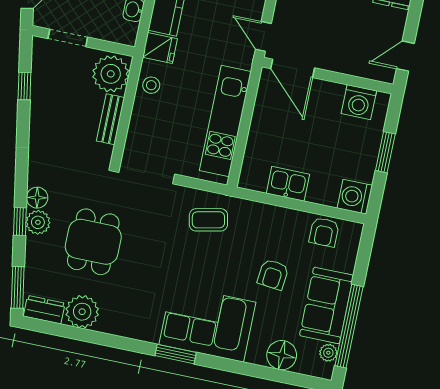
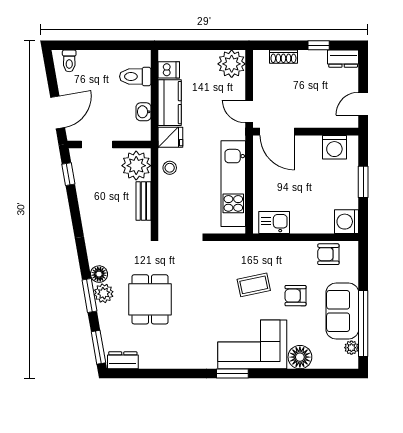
window: (24, 86) -> (68, 174), moved
kitchen sink: (288, 184) -> (274, 222), moved
coffee table: (208, 220) -> (254, 285), moved
window: (20, 222) -> (89, 296), width x1.50
armchair: (324, 232) -> (328, 254), turned 90
armchair: (273, 275) -> (296, 296), turned 84
plant: (82, 312) -> (153, 356), removed
floor lamp: (282, 355) -> (300, 357), moved

